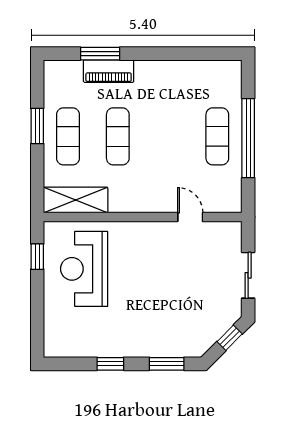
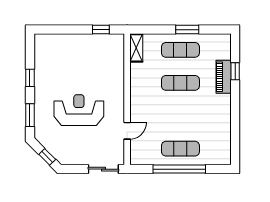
window: (100, 54) -> (235, 71), width x0.67
shelving: (76, 200) -> (136, 48), width x0.67, depth x0.75
reception desk: (84, 269) -> (79, 110), moved
sliding door: (248, 275) -> (103, 169), moved

